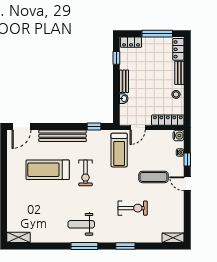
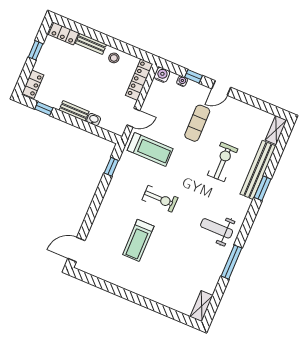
window: (157, 34) -> (36, 50), width x0.46
door: (21, 127) -> (76, 250), swing flipped
door: (138, 128) -> (133, 118), hinge flipped
bench: (63, 136) -> (258, 170), moved
treadmill: (48, 170) -> (138, 240), width x0.73, depth x0.73
weight bench: (81, 224) -> (217, 228), turned 90
window: (84, 246) -> (231, 262), moved

